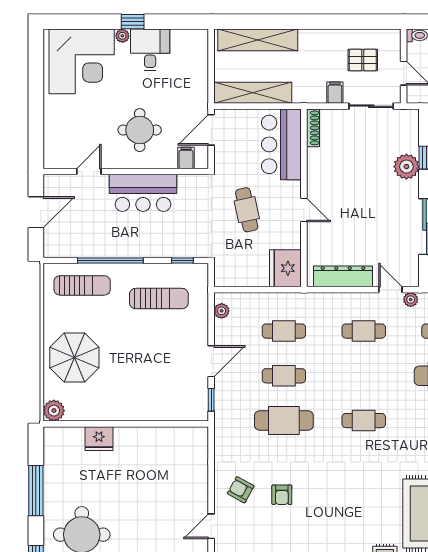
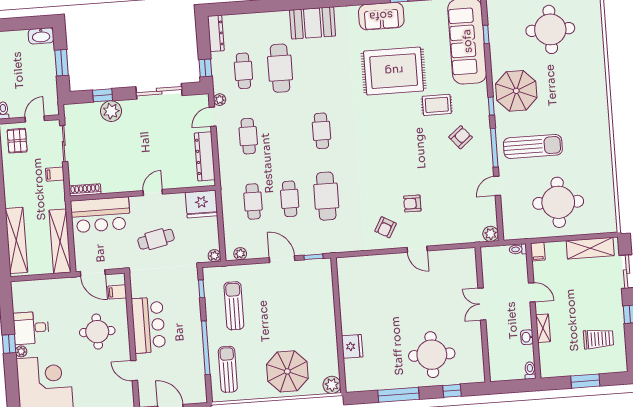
pallet: (363, 60) -> (17, 141), moved
plant: (221, 279) -> (214, 256), added
armchair: (282, 495) -> (412, 204), moved, turned 180

